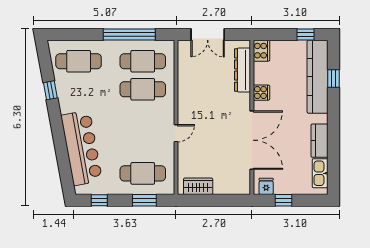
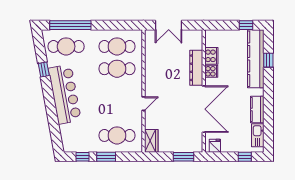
window: (129, 34) -> (70, 25), moved
cooker: (262, 51) -> (211, 56), moved
dresser: (243, 70) -> (196, 68), moved
bar counter: (82, 148) -> (65, 94), moved
wardrobe: (198, 186) -> (151, 141), moved, turned 90
window: (144, 200) -> (106, 157), moved
window: (227, 200) -> (184, 157), added
window: (283, 200) -> (245, 157), moved

